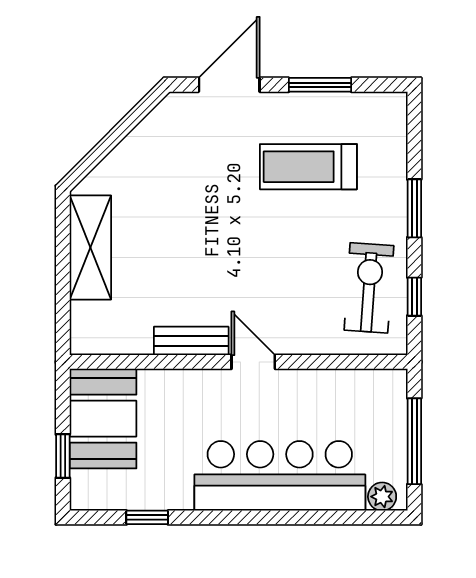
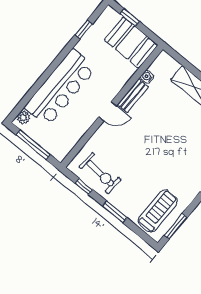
window: (320, 85) -> (176, 226), moved
treadmill: (308, 167) -> (158, 211), moved
water cooler: (139, 343) -> (147, 77), added

